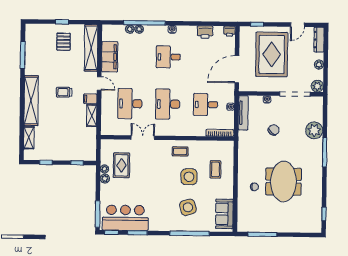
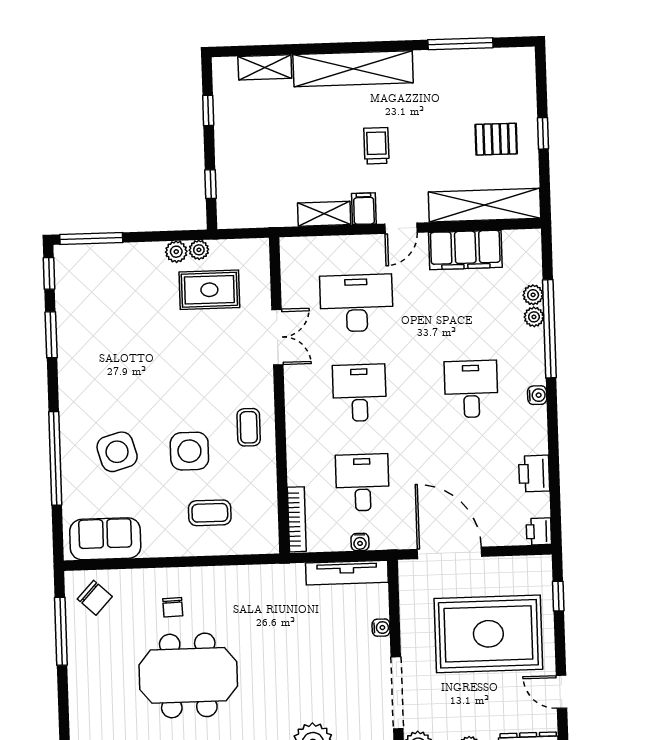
desk: (168, 104) -> (359, 393), width x0.73
chair: (274, 130) -> (95, 598), moved
bar counter: (125, 218) -> (85, 304), removed

